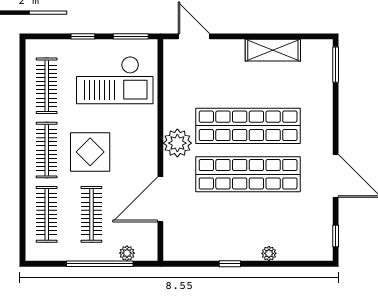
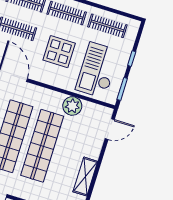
plant: (177, 143) -> (72, 106), moved
display table: (90, 152) -> (59, 52), moved

